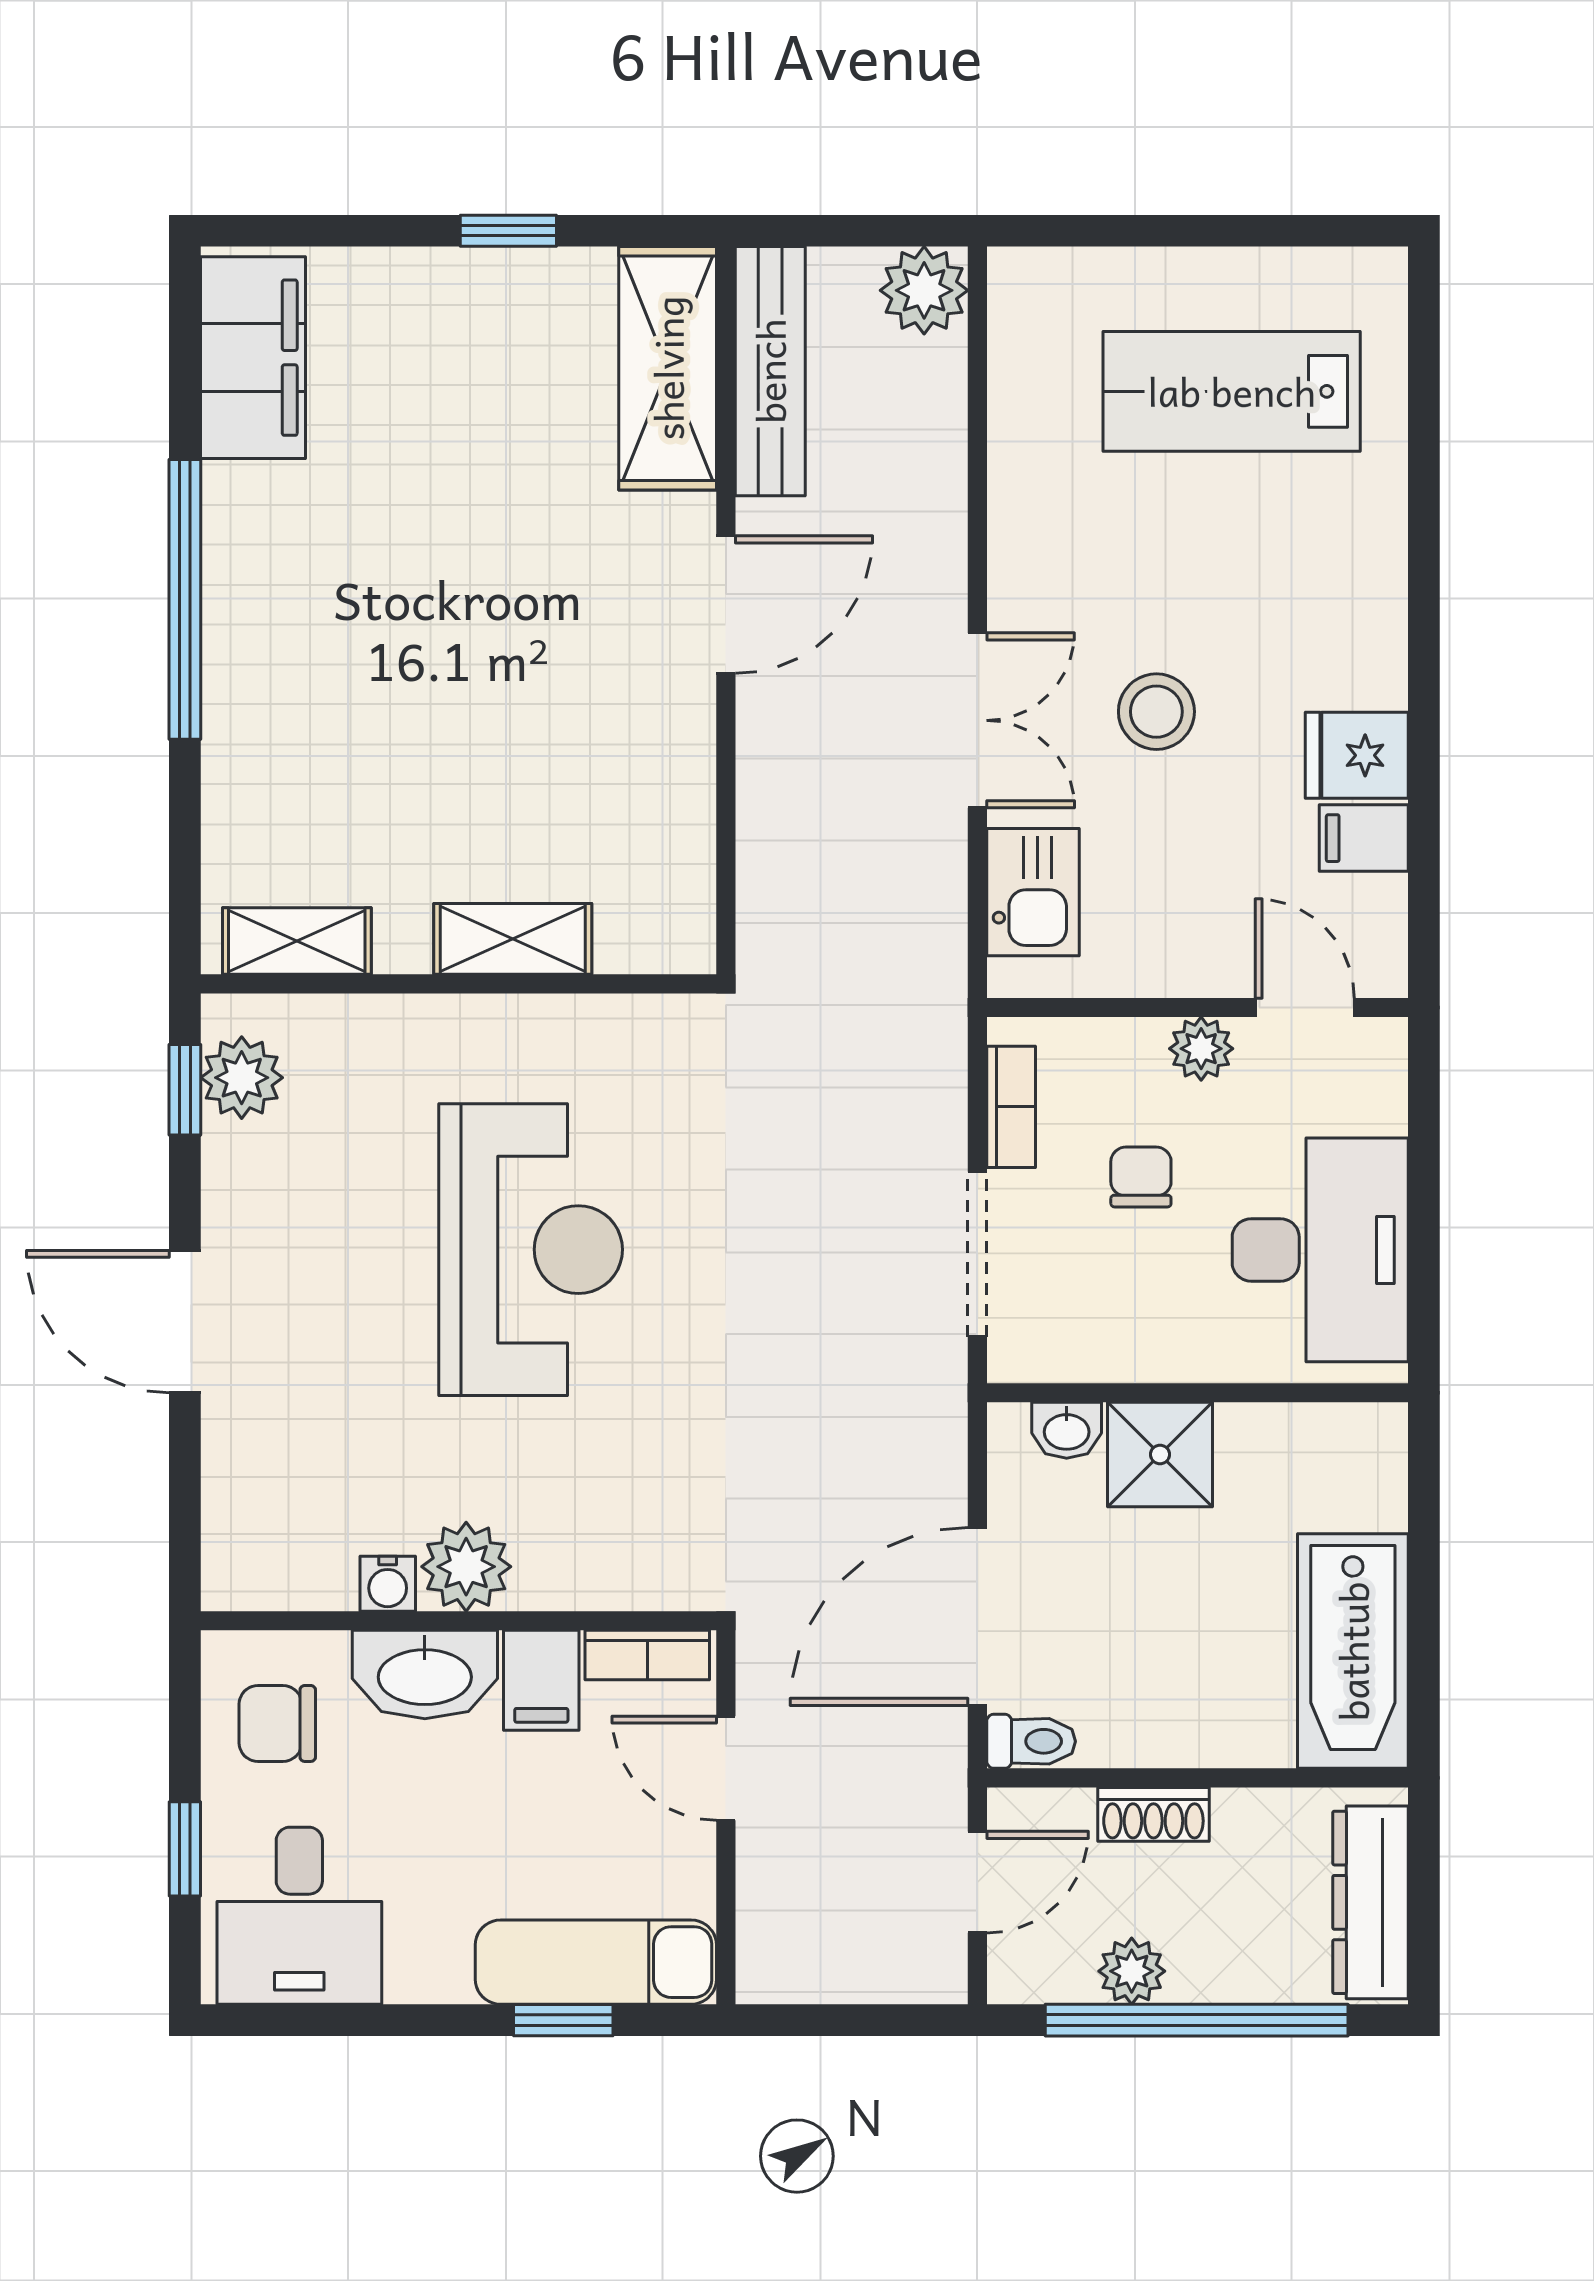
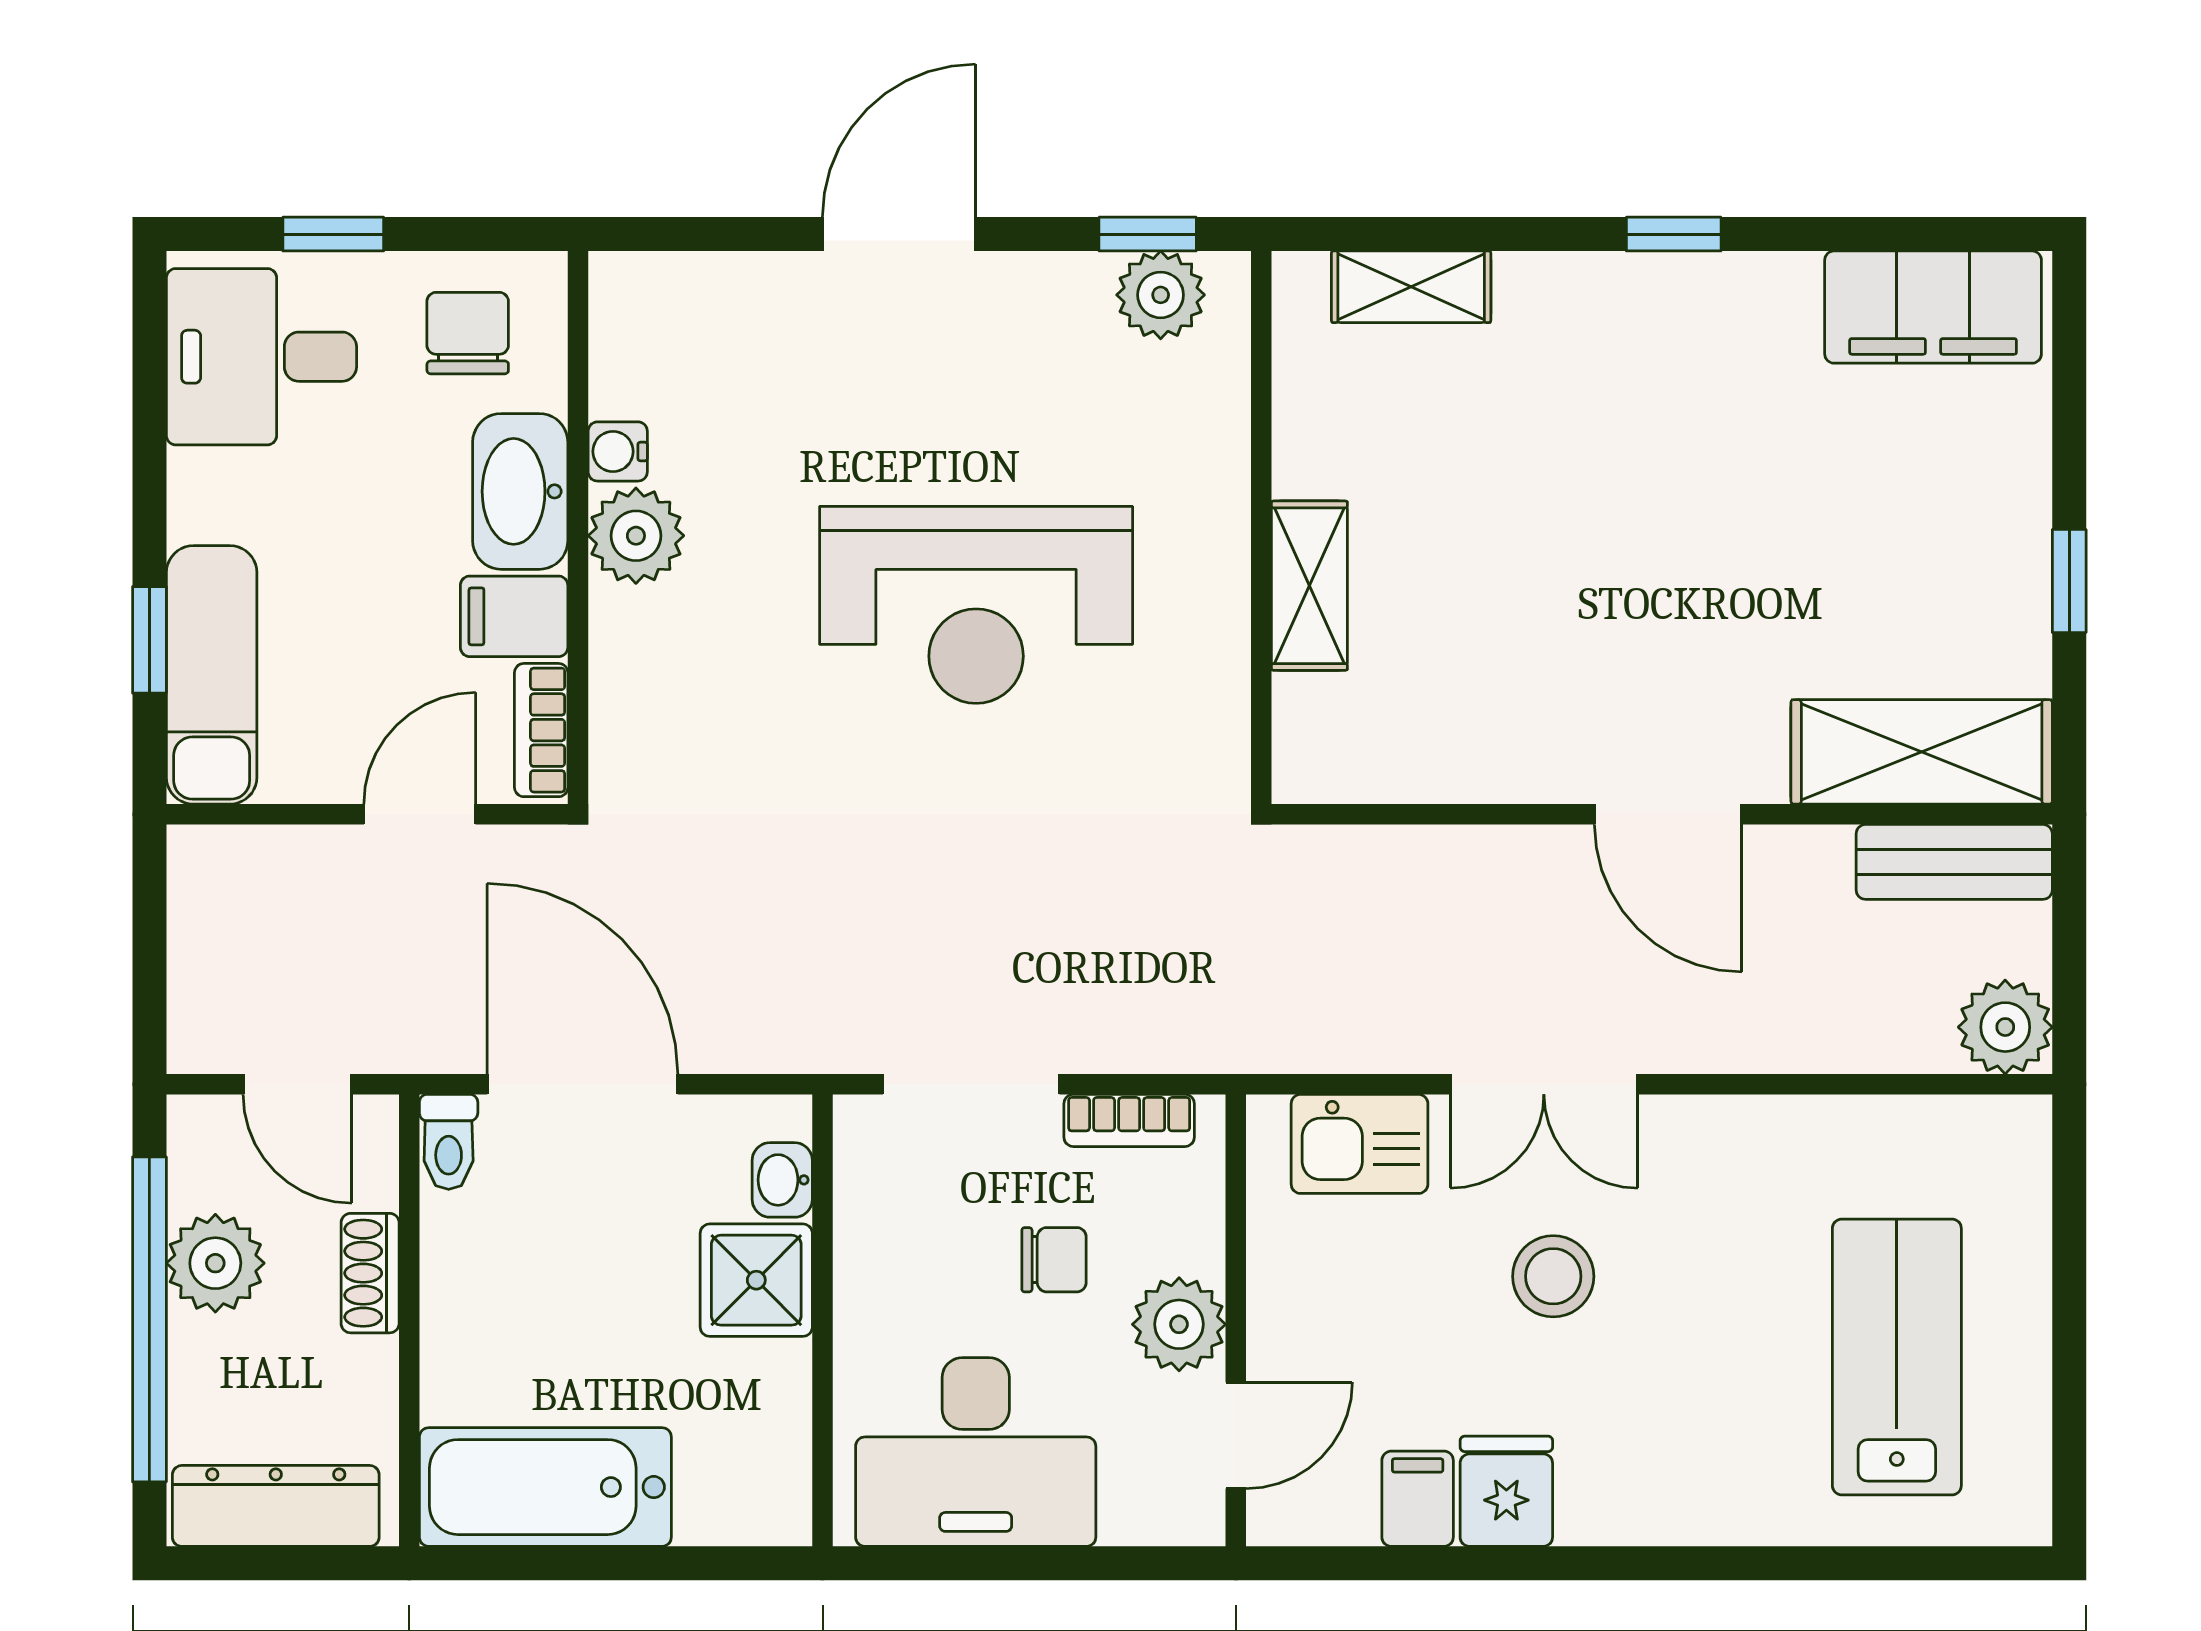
bench: (770, 371) -> (1954, 862), width x0.73
window: (185, 599) -> (1674, 234), width x0.32
shelving: (297, 941) -> (1411, 287), moved, turned 90
plant: (1201, 1049) -> (1179, 1324), width x1.38, depth x1.38
plant: (1132, 1971) -> (215, 1263), width x1.38, depth x1.38

